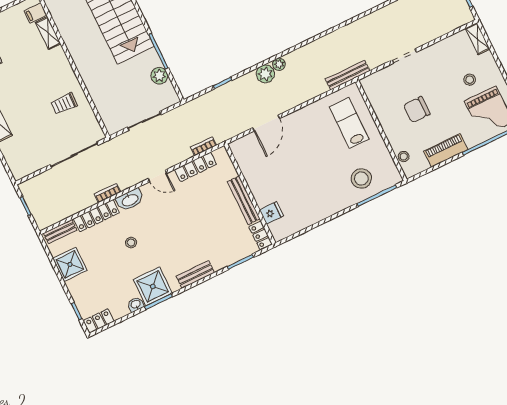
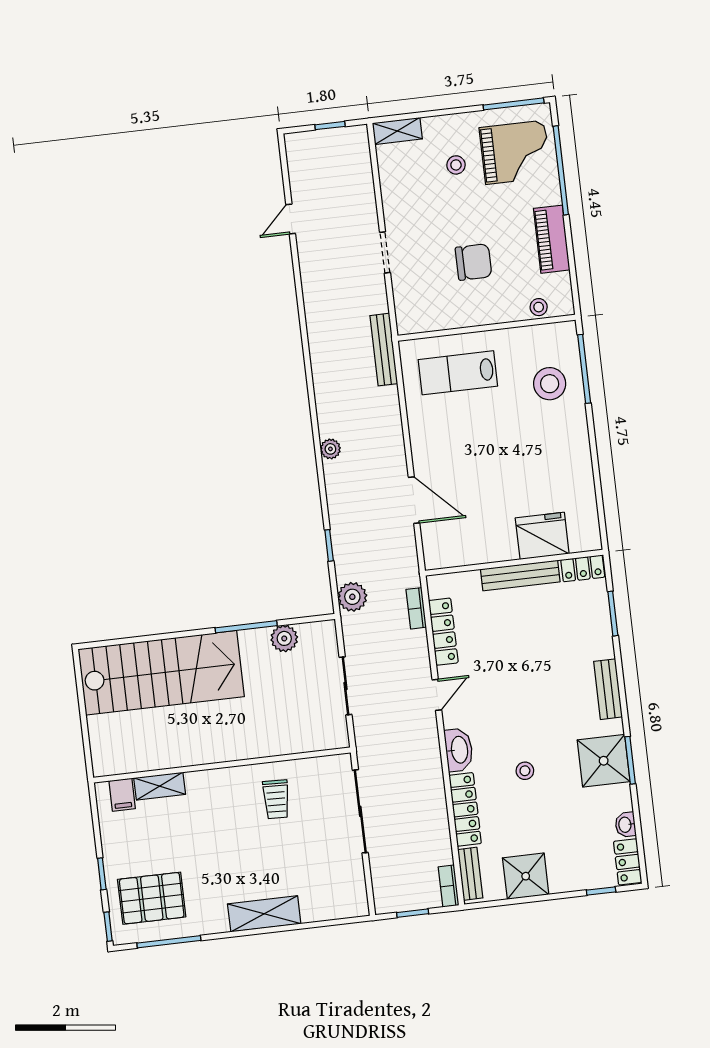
plant: (265, 74) -> (352, 597), moved
chair: (417, 110) -> (474, 262), turned -90
bookcase: (107, 193) -> (449, 886), moved
fridge: (271, 213) -> (542, 536), width x1.88, depth x1.34
washbasin: (136, 304) -> (625, 825), moved

